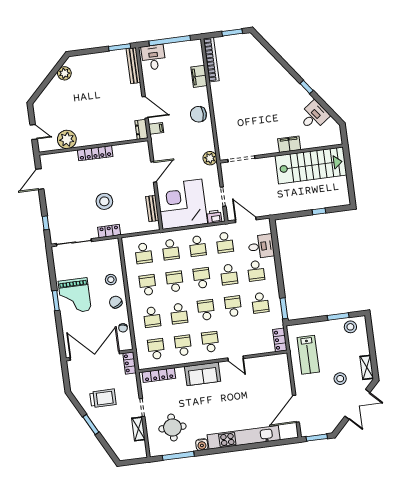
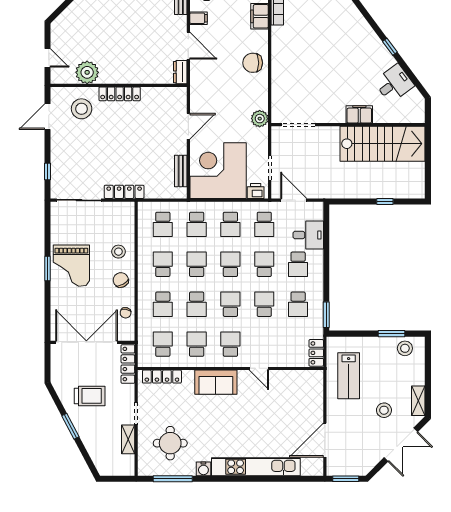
filing cabinet: (156, 128) -> (198, 18), moved
stool: (104, 201) -> (82, 109), moved
locker: (109, 231) -> (124, 192), width x1.53
school desk: (229, 274) -> (264, 264), turned 180
locker: (130, 363) -> (128, 364), width x1.53

